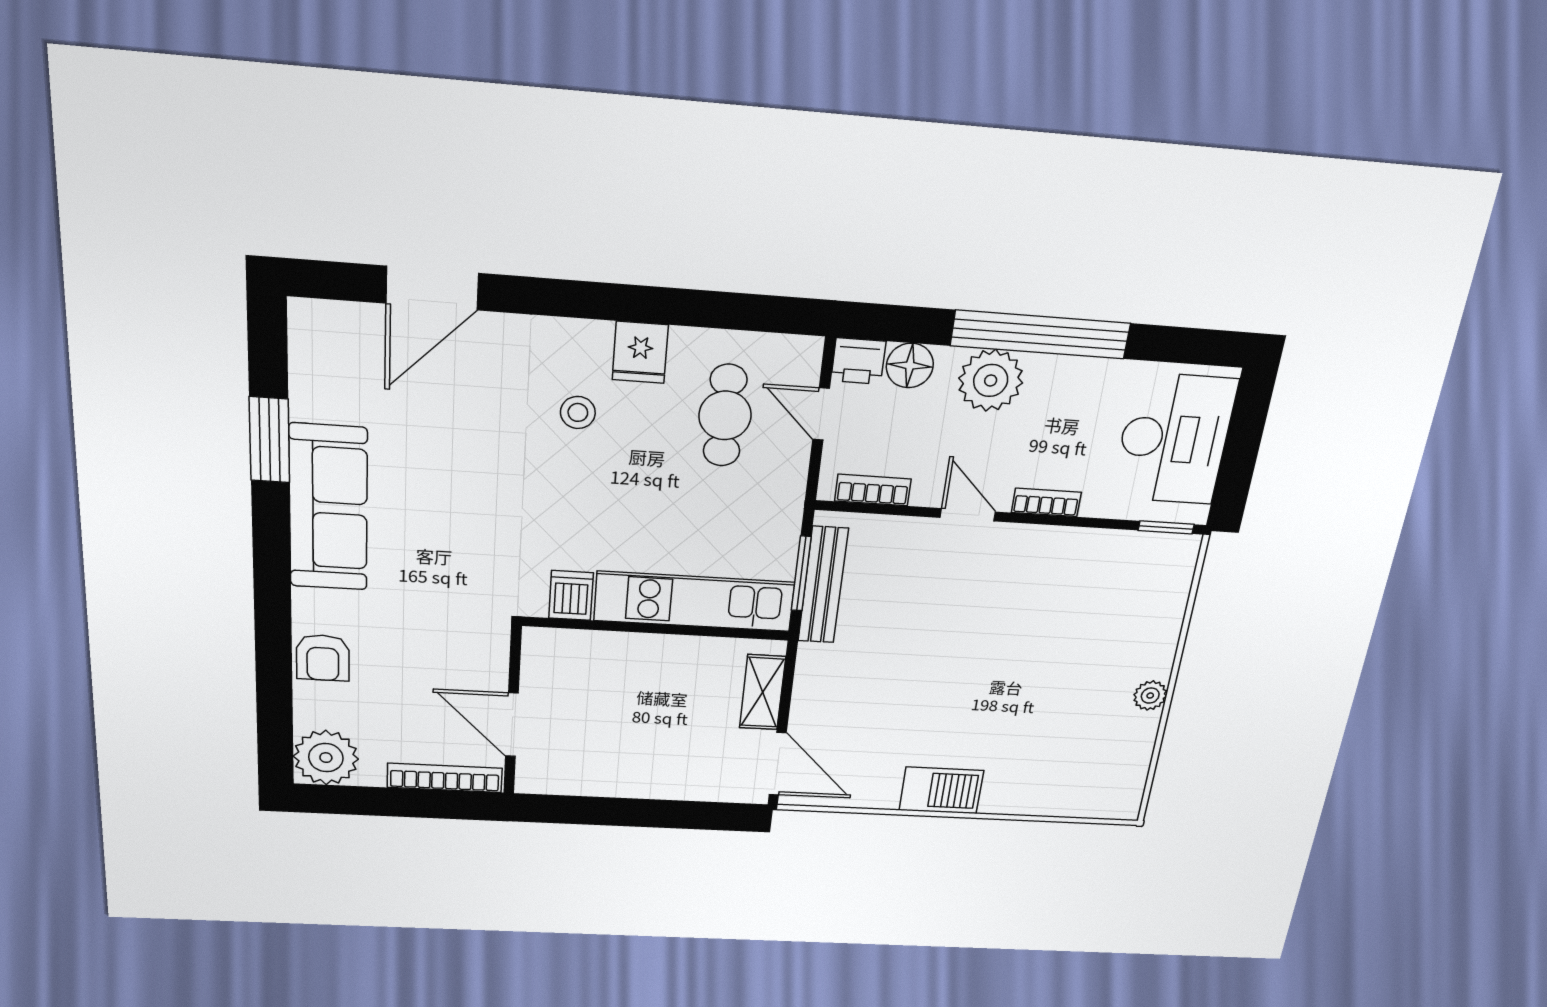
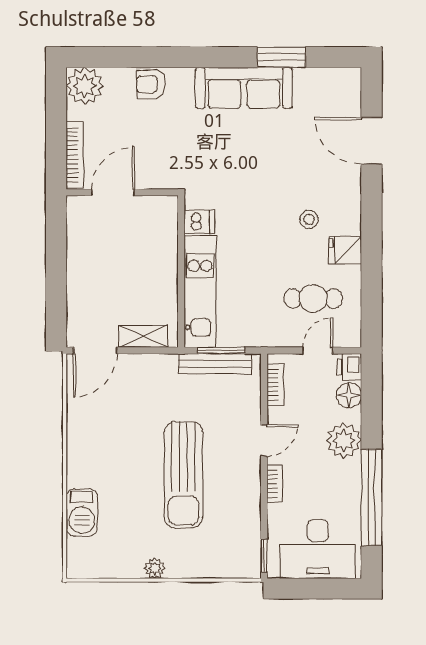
window: (1040, 335) -> (372, 498), moved
sun lounger: (1005, 645) -> (184, 475), added
barbecue: (941, 790) -> (82, 512), moved

